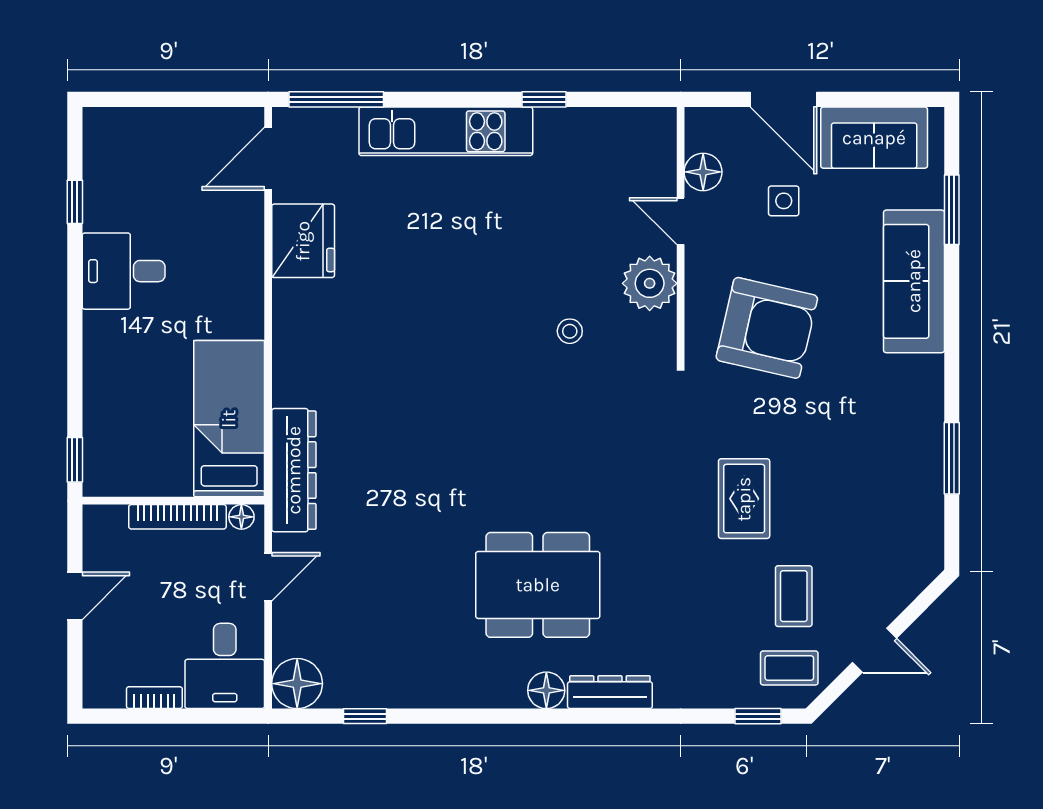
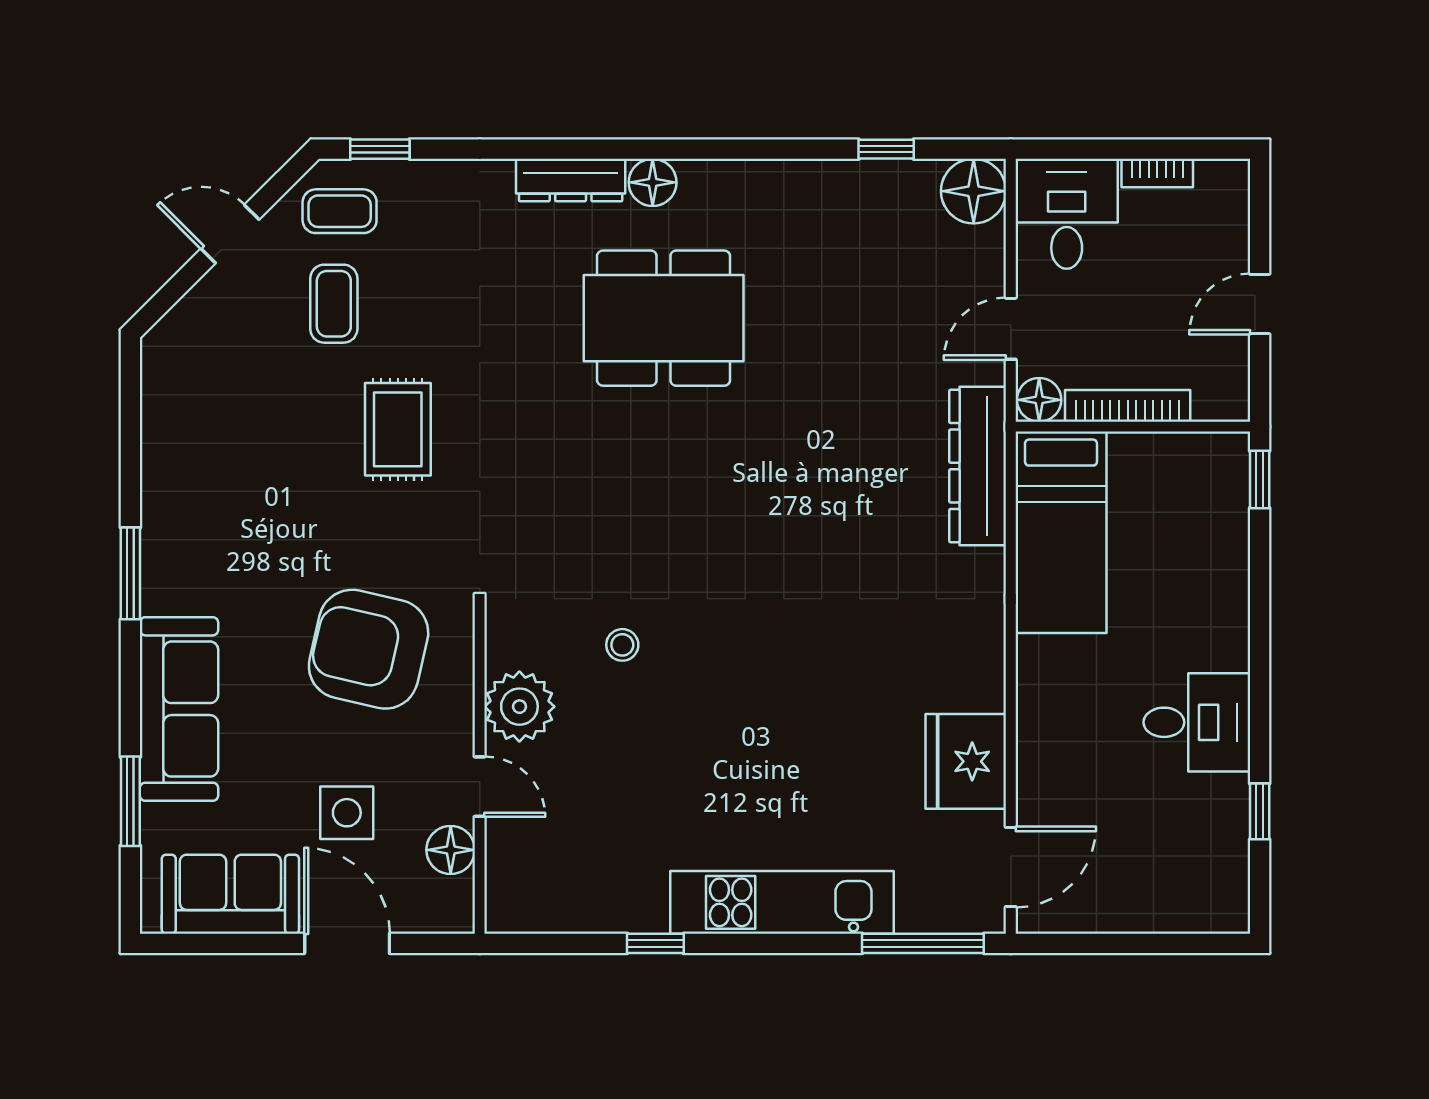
side table: (784, 201) -> (347, 813), width x1.37, depth x1.37
window: (952, 458) -> (130, 573), moved
floor lamp: (241, 517) -> (1039, 400), width x1.37, depth x1.37

